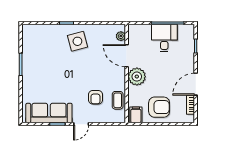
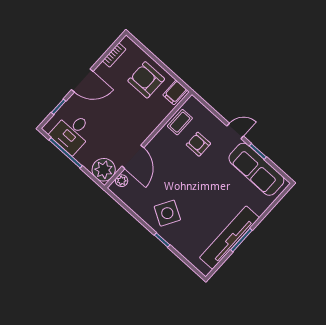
desk: (164, 38) -> (72, 133), moved
side table: (77, 41) -> (167, 213), turned 45
tv unit: (29, 60) -> (229, 238), added
plant: (137, 77) -> (104, 170), moved
door: (196, 84) -> (82, 81), moved
armchair: (95, 97) -> (198, 144), turned -90

